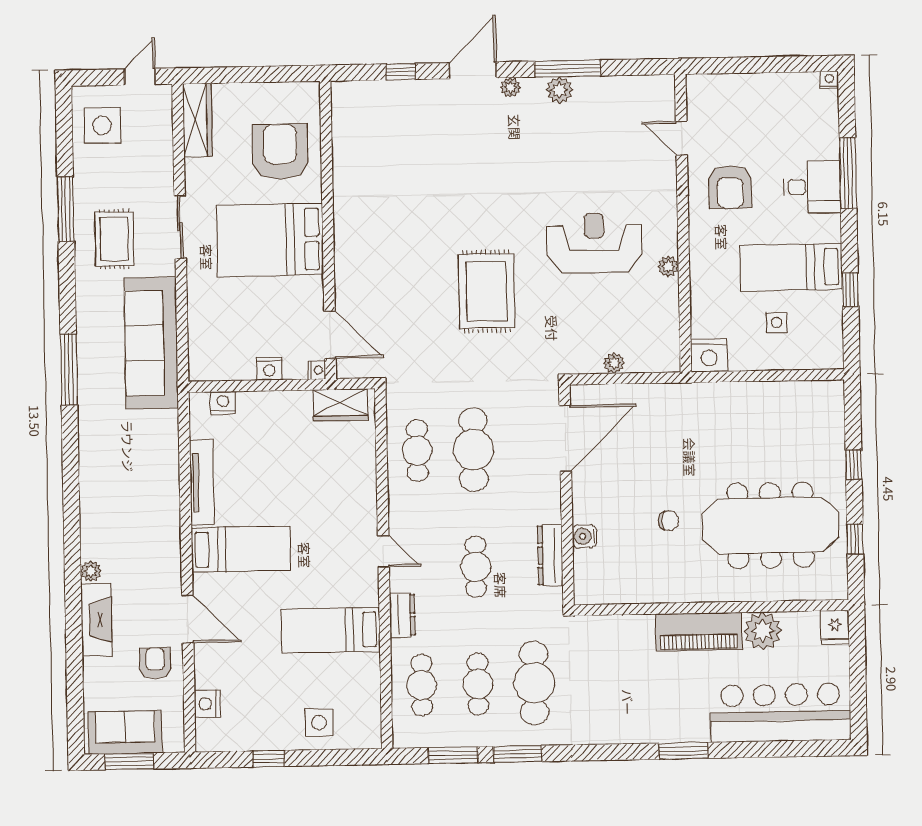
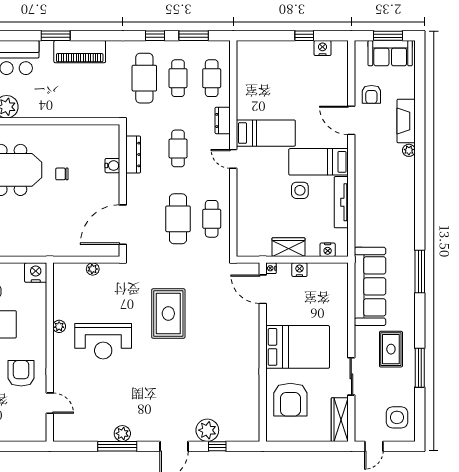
plant: (511, 87) -> (207, 430), moved, width x1.88, depth x1.88
sliding door: (180, 227) -> (351, 376), moved
wardrobe: (341, 405) -> (288, 247), moved
bed: (331, 630) -> (266, 133), moved
piano: (699, 632) -> (80, 52), moved, turned 180
nightstand: (207, 704) -> (323, 48), moved, turned -90
side table: (319, 723) -> (300, 190), moved
window: (518, 754) -> (155, 36), width x0.67

